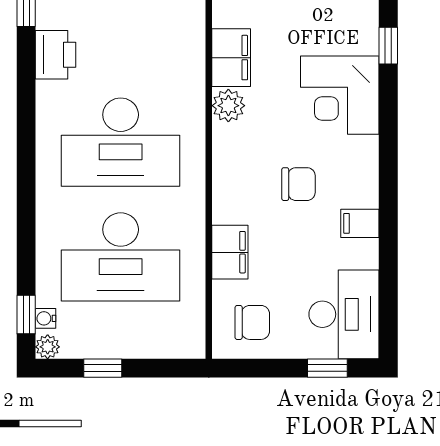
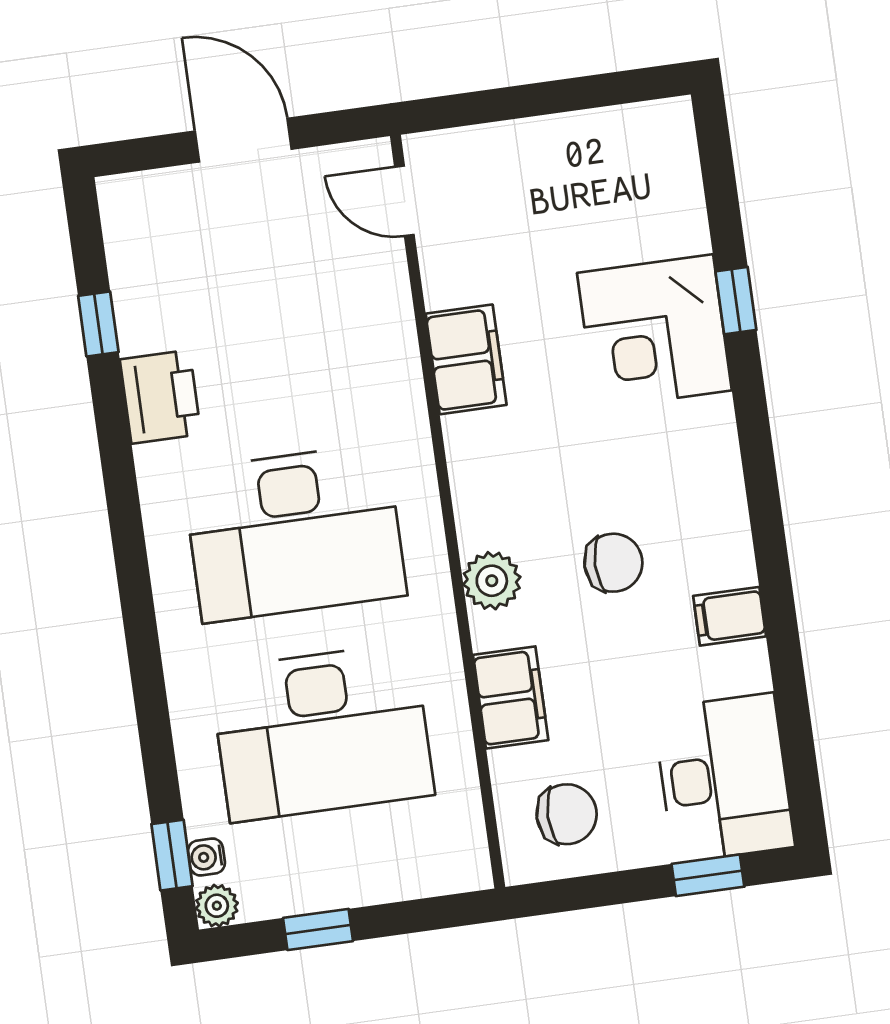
corner desk: (340, 95) -> (654, 332), moved
plant: (228, 106) -> (492, 581), moved

